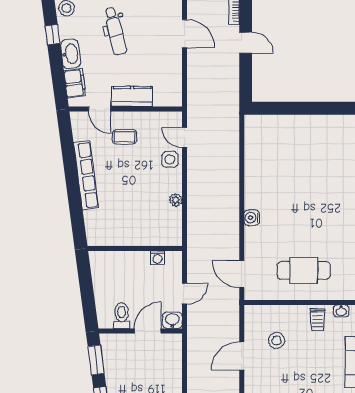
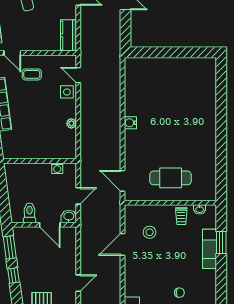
kitchen counter: (132, 96) -> (69, 35), moved, turned -90
water cooler: (252, 218) -> (130, 123), moved
door: (148, 331) -> (50, 225), swing flipped

